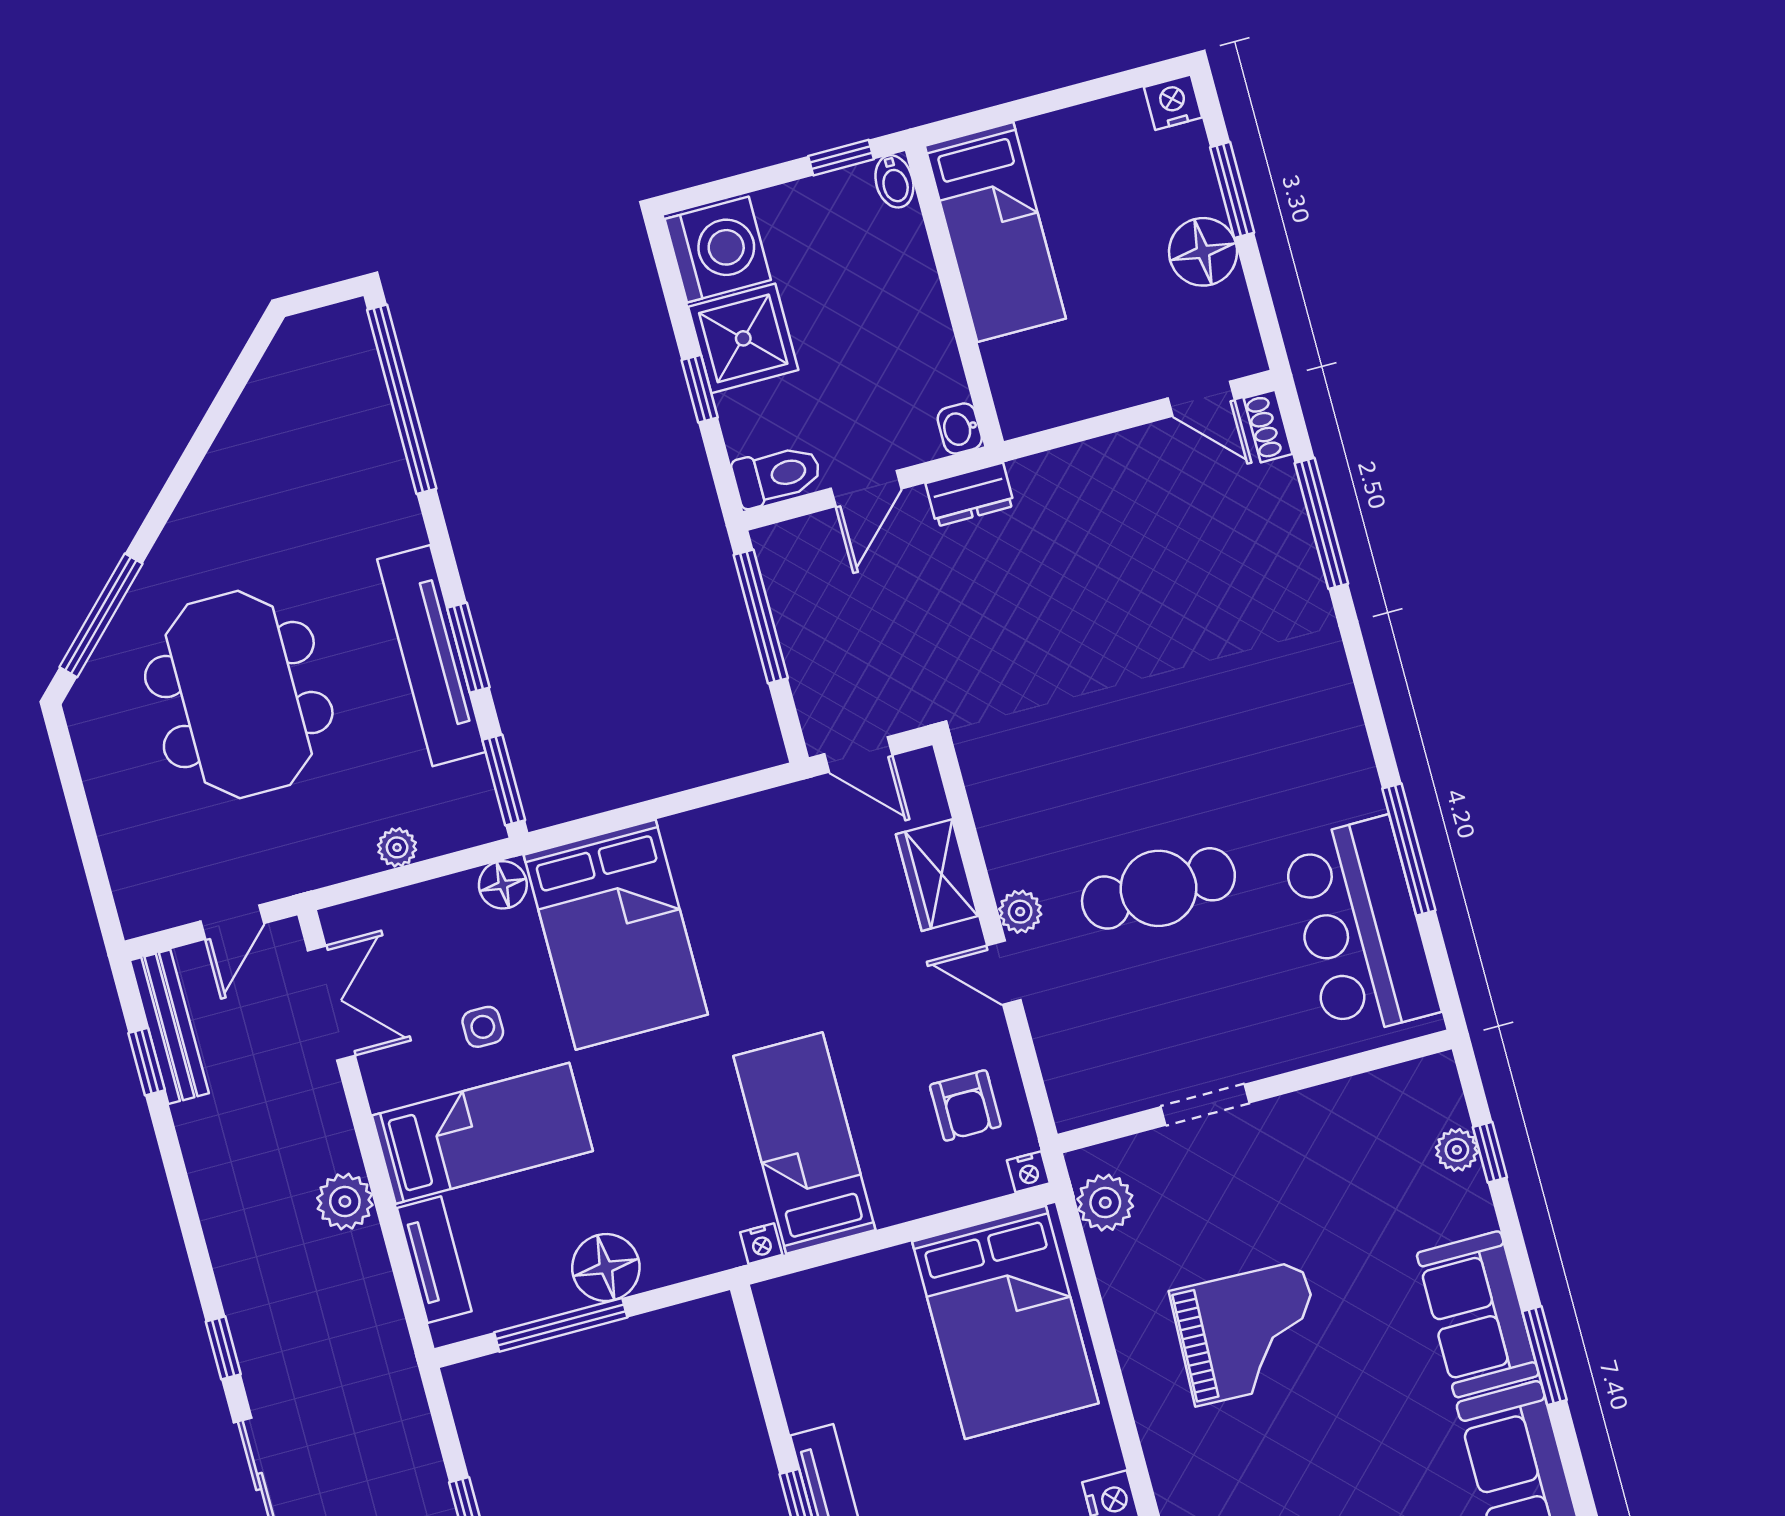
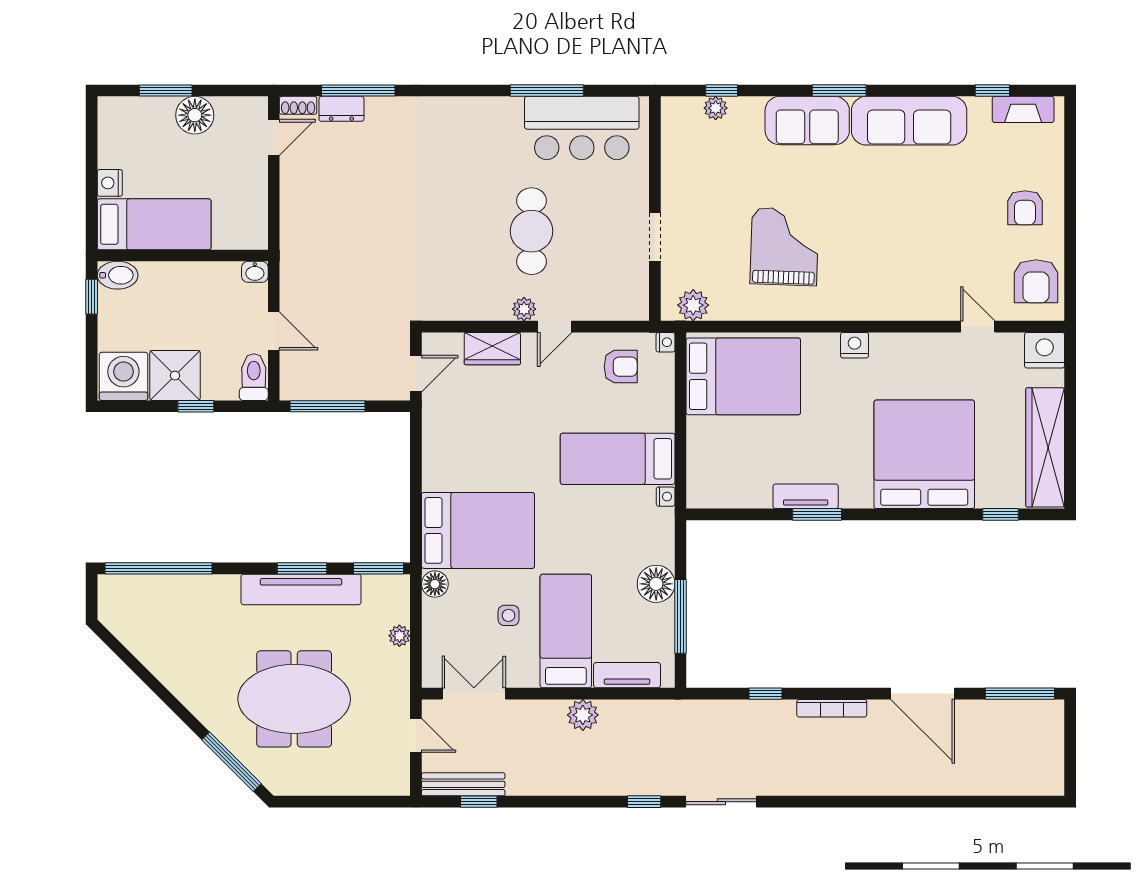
nightstand: (1173, 102) -> (110, 183), moved
bidet: (894, 181) -> (118, 275), width x1.38, depth x1.36
dresser: (970, 495) -> (341, 109), moved, turned 90

